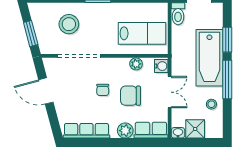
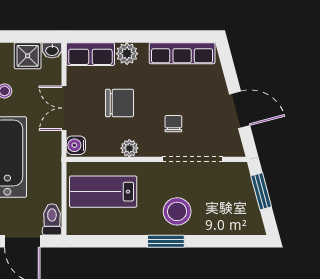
stool: (69, 24) -> (177, 211), moved
plant: (136, 64) -> (129, 148), moved
chair: (103, 90) -> (173, 124), moved

